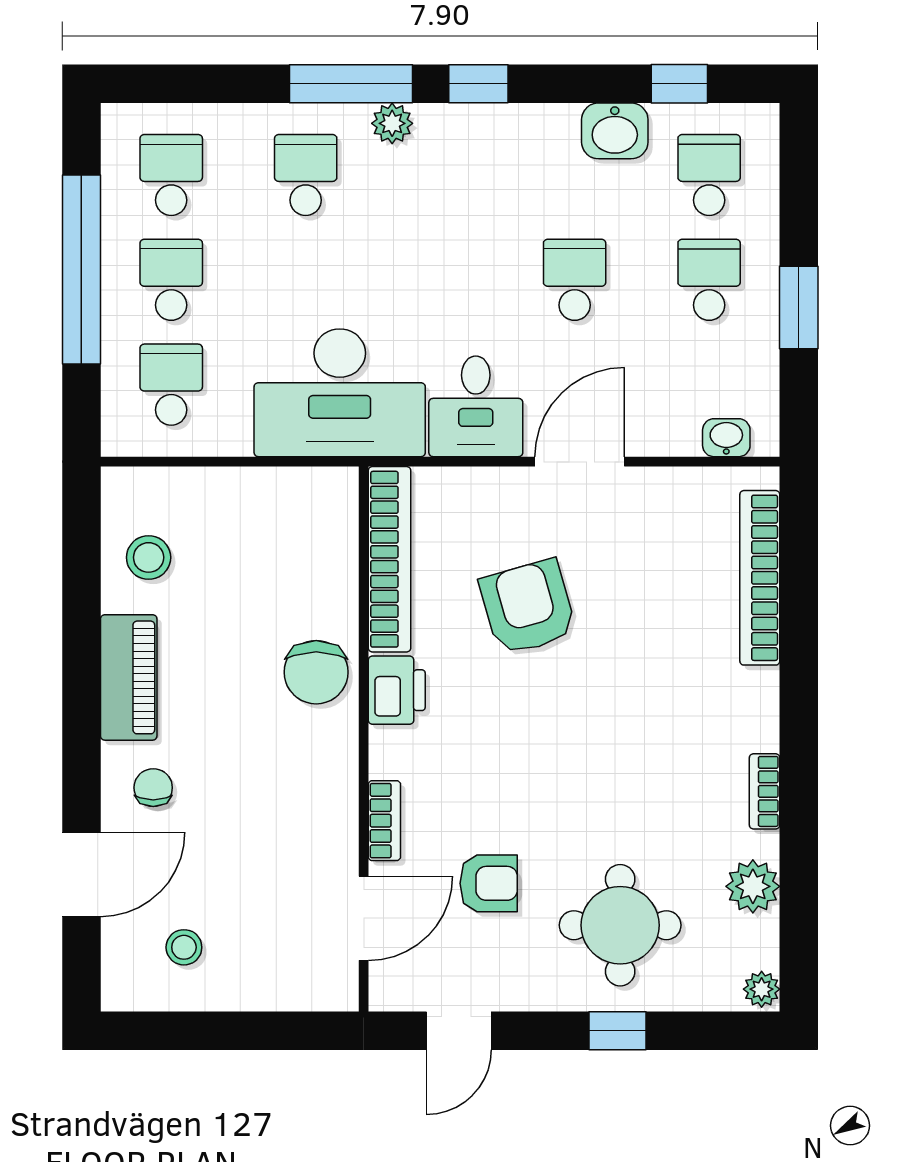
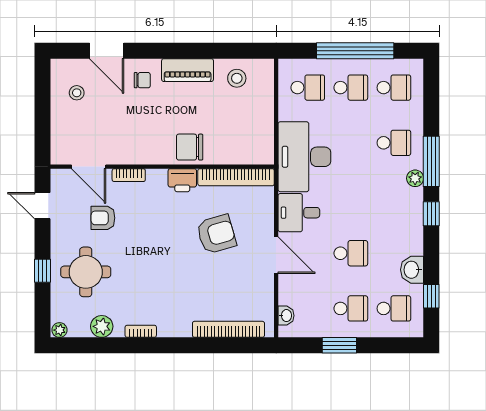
armchair: (489, 883) -> (103, 218), turned 90

